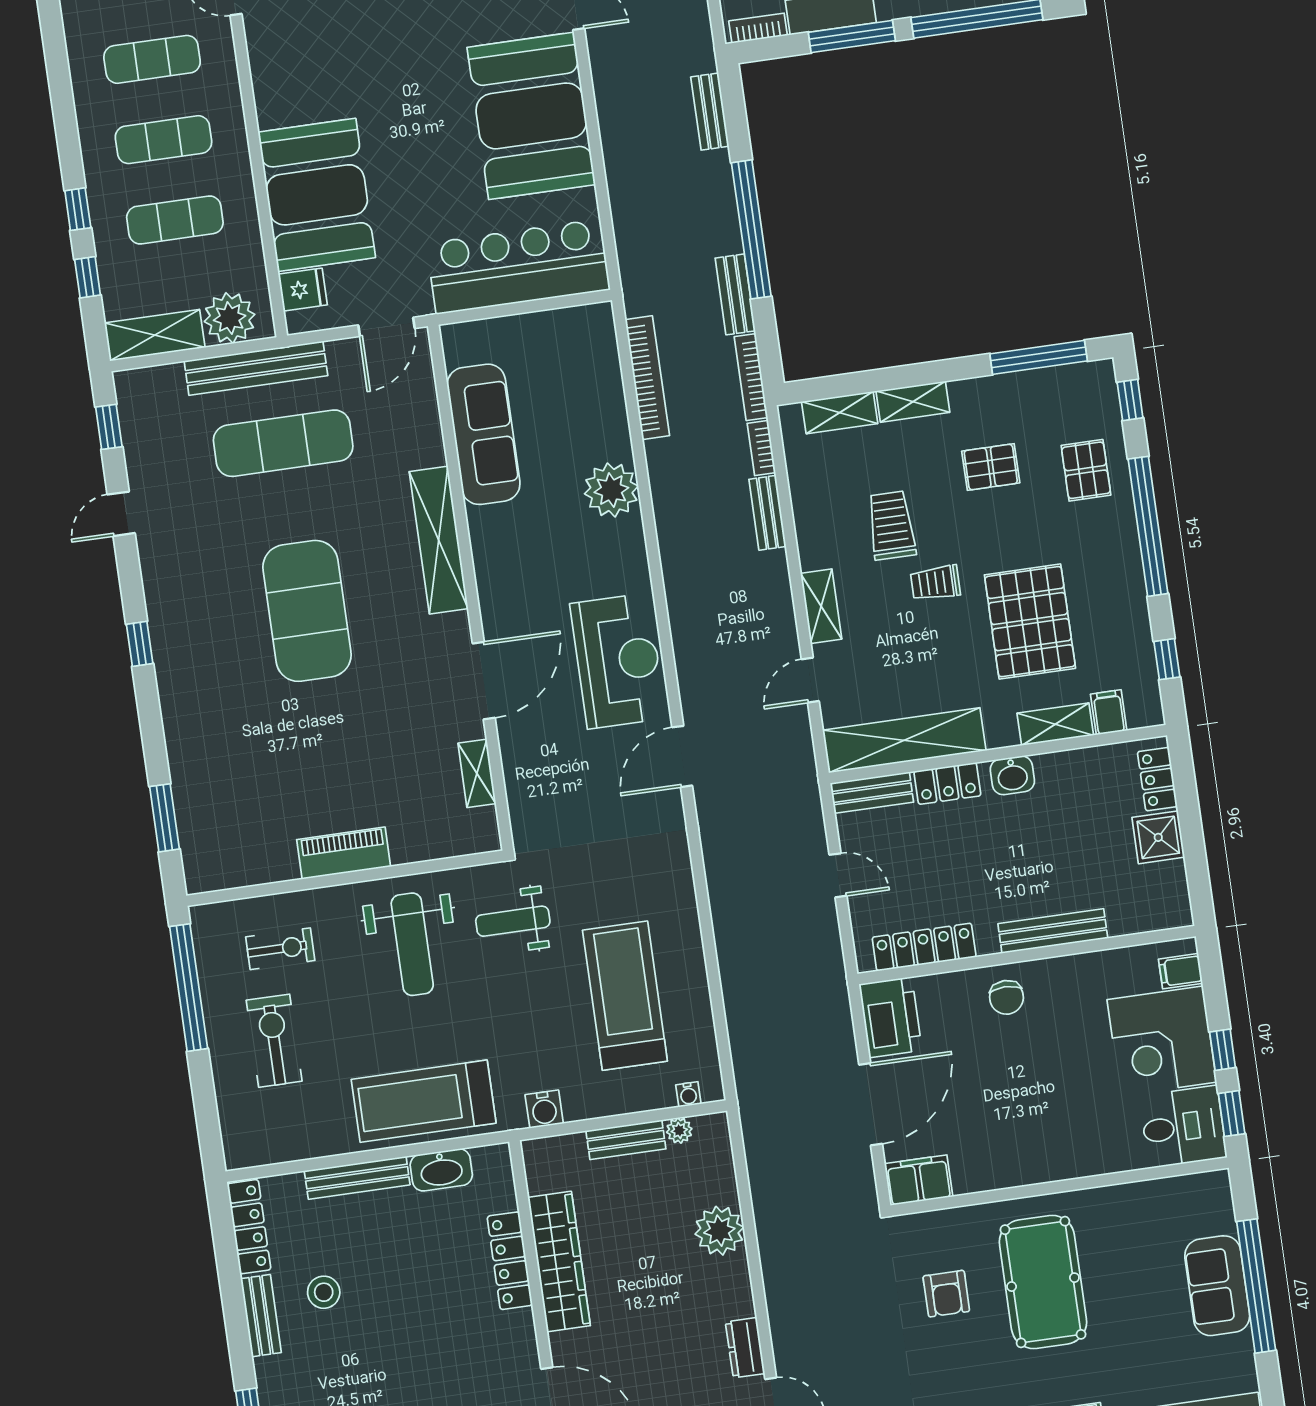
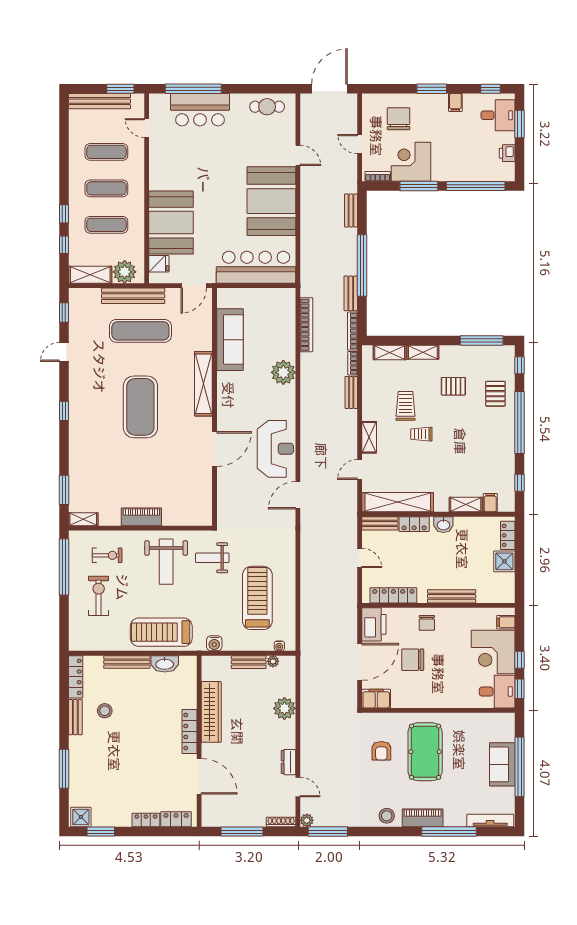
pallet: (1030, 622) -> (461, 457), removed
shelving: (477, 773) -> (83, 519), moved, turned 90
chair: (987, 1083) -> (413, 660), added
locker: (510, 1261) -> (189, 732), moved

